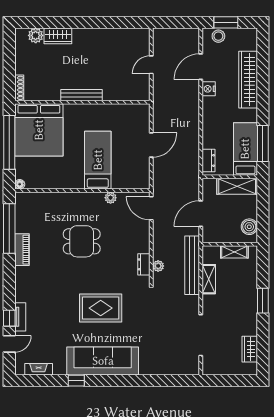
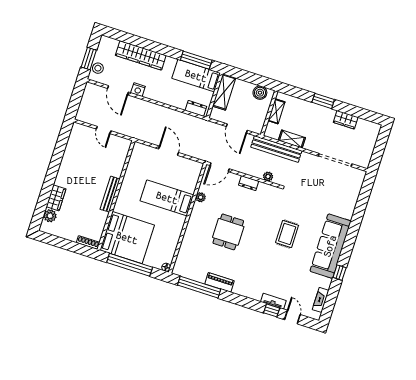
dresser: (144, 264) -> (249, 183), moved
rug: (101, 308) -> (287, 234), width x0.73, depth x0.70
wardrobe: (250, 349) -> (346, 120), moved

